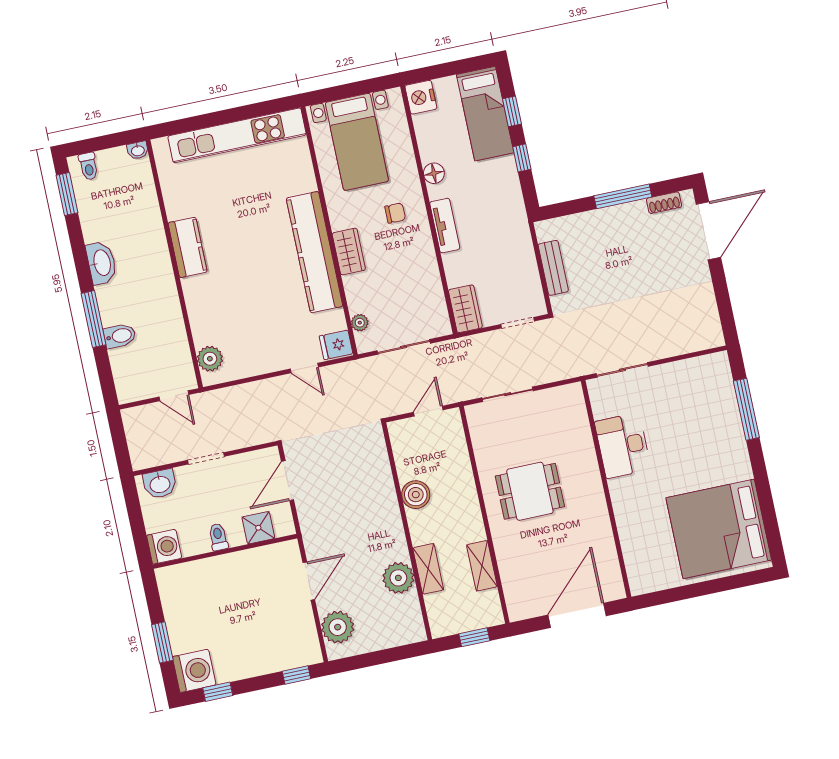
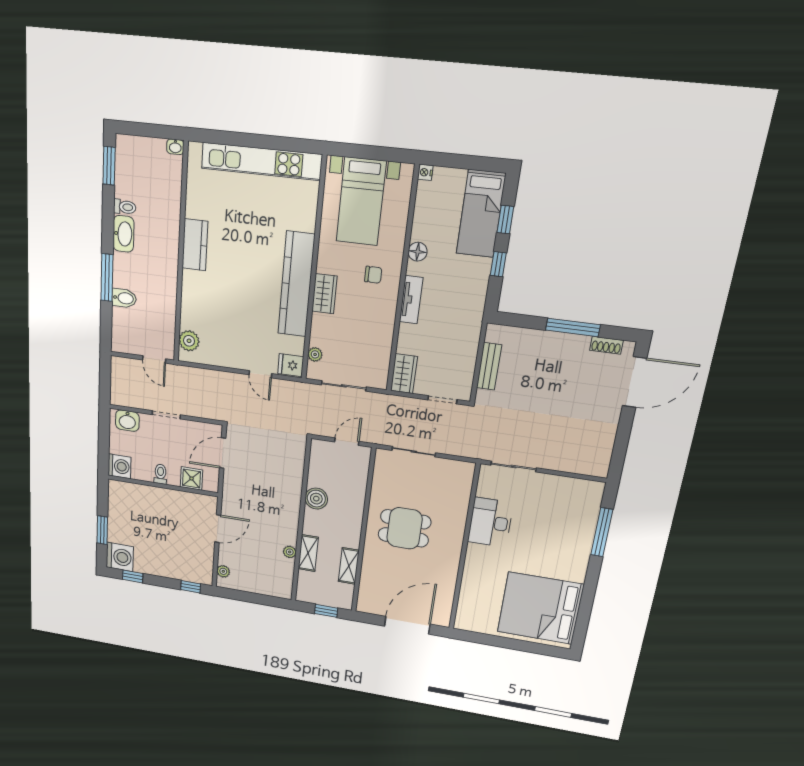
nightstand: (421, 97) -> (425, 172), width x0.53, depth x0.56
toilet: (88, 166) -> (125, 207), moved, turned -90
plant: (398, 578) -> (290, 552), width x0.53, depth x0.53
plant: (338, 627) -> (223, 571), width x0.53, depth x0.53

